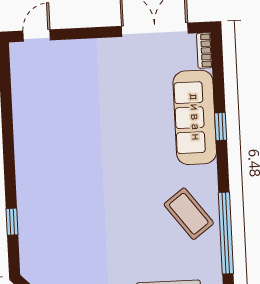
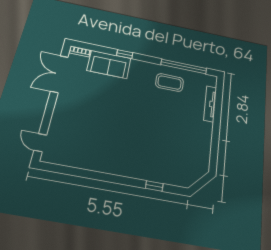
sofa: (195, 117) -> (109, 64), width x0.73
coffee table: (189, 214) -> (170, 83), turned 37

